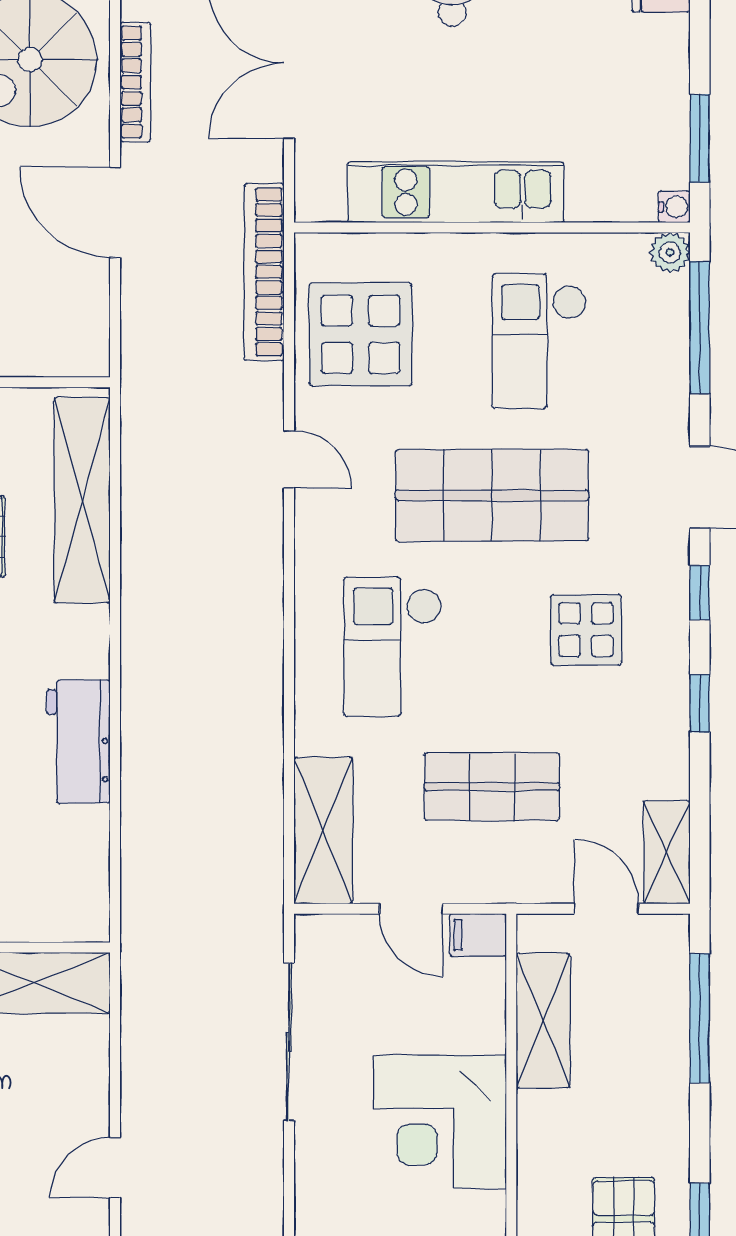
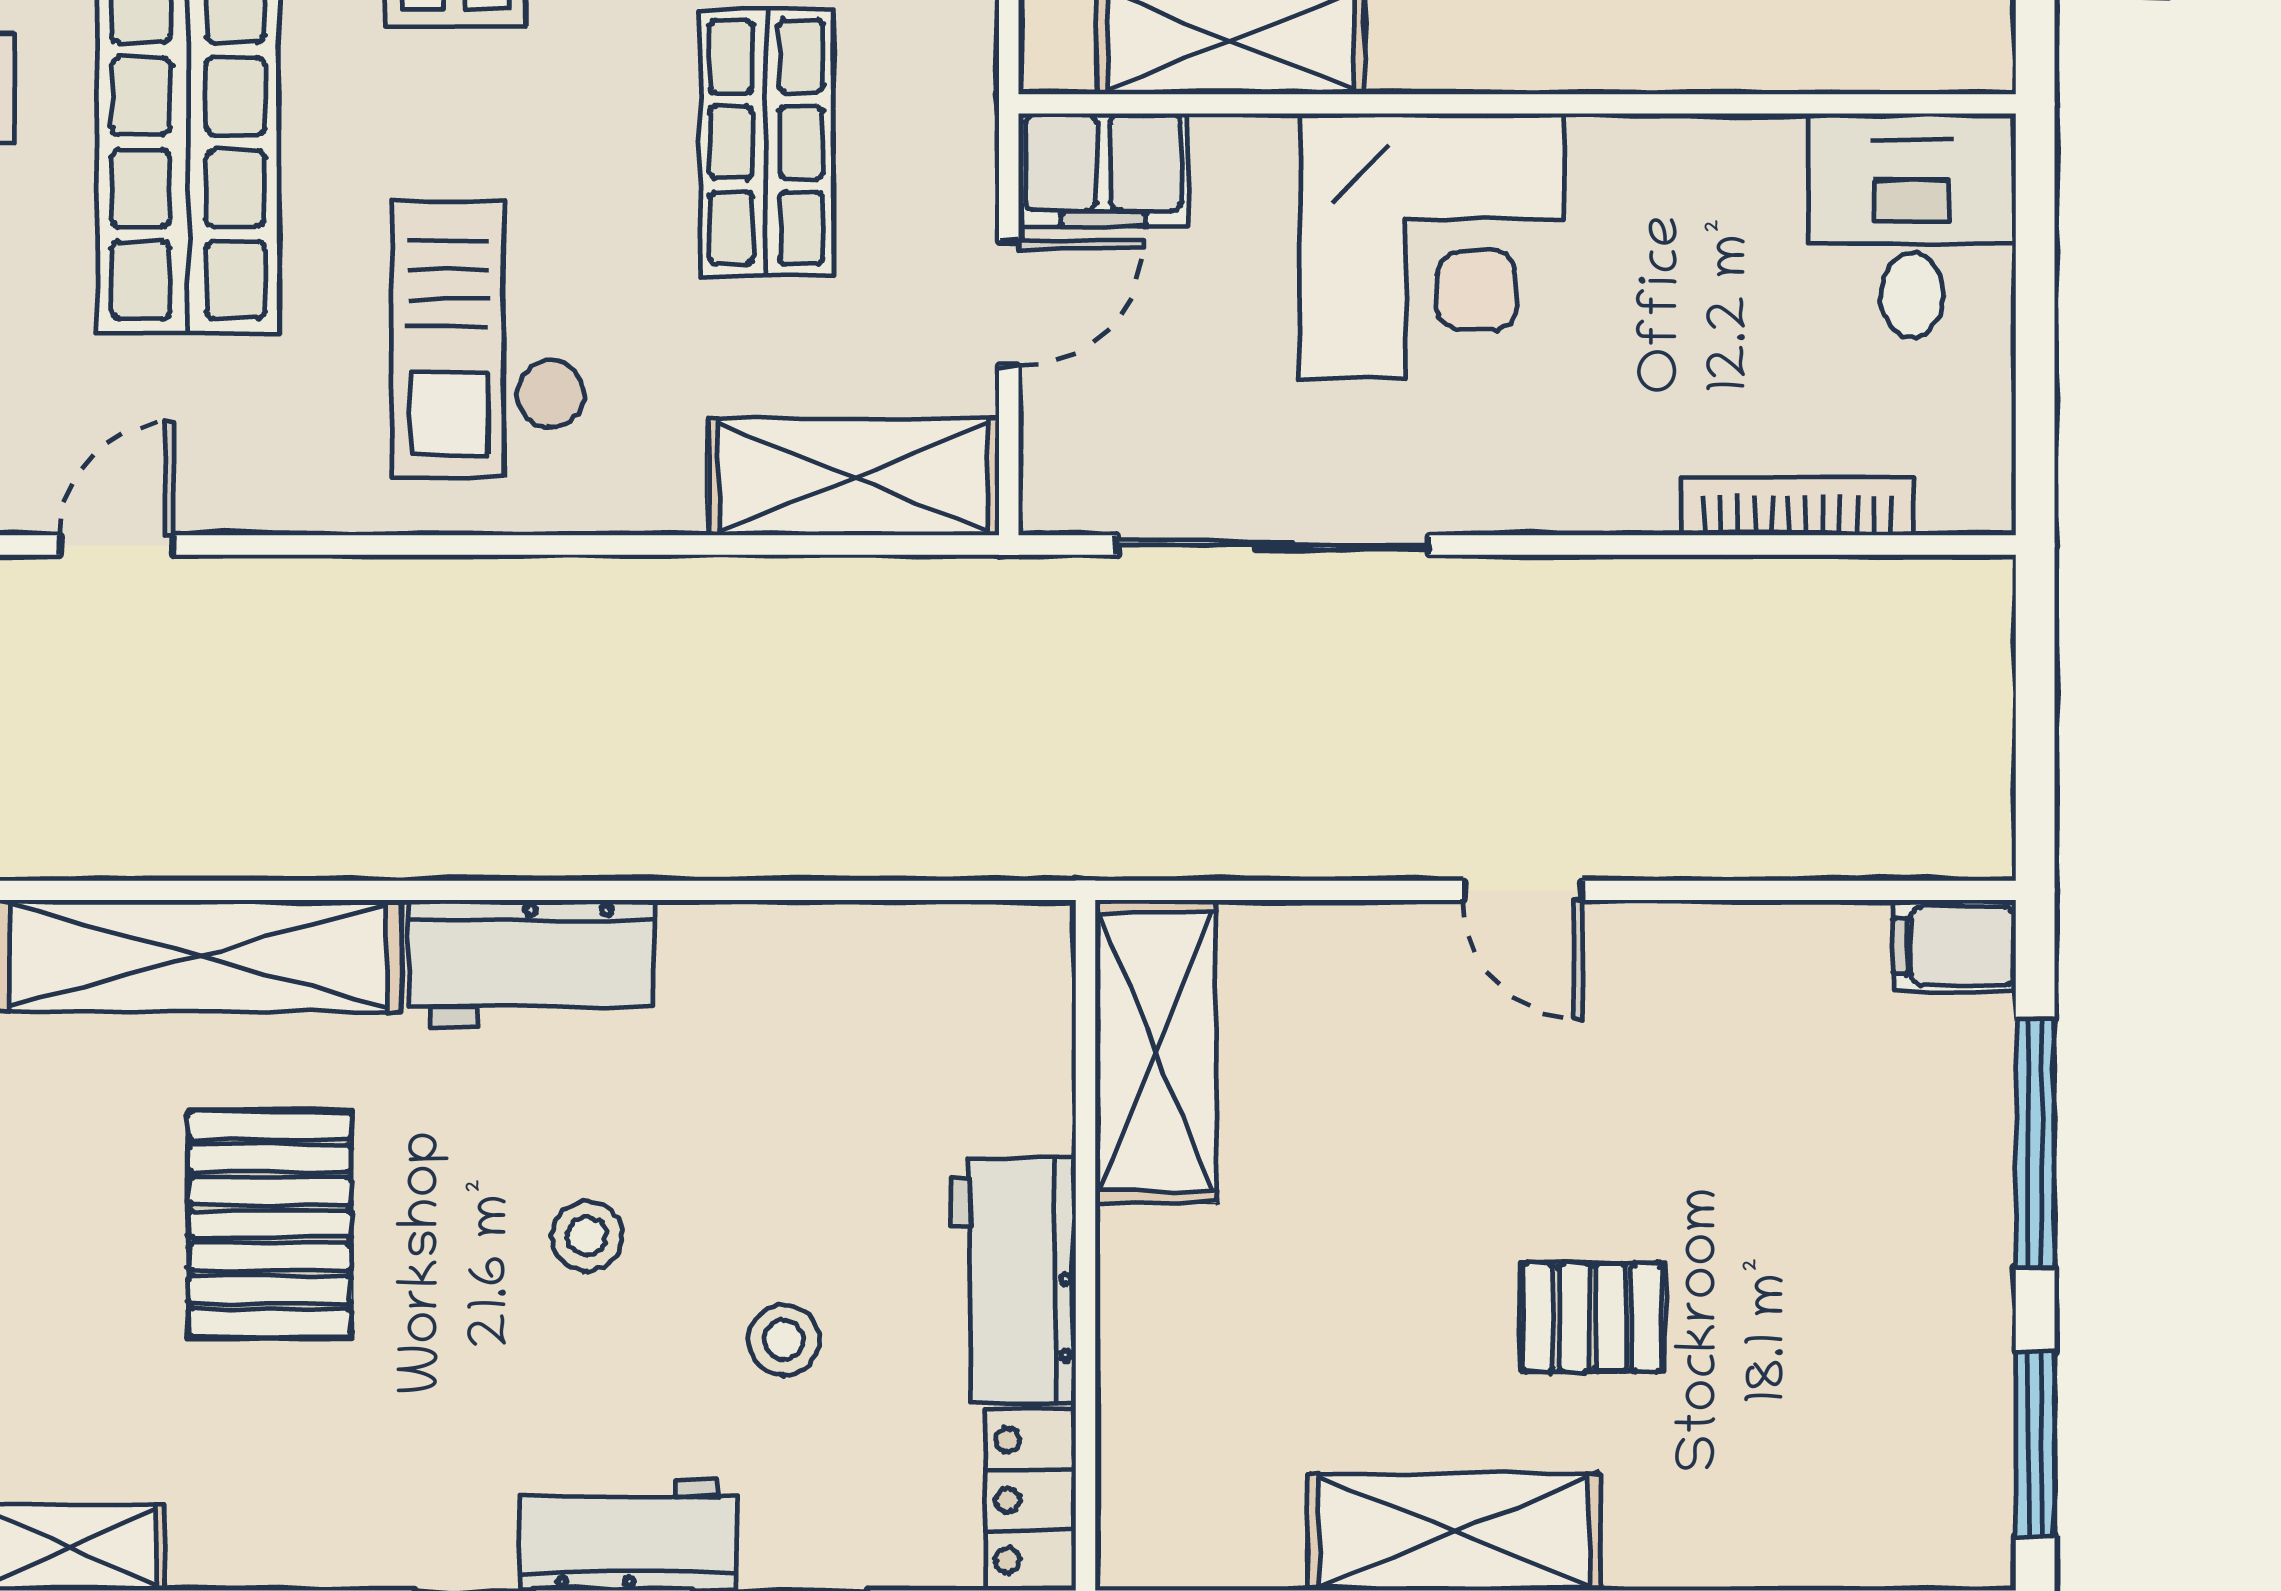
checkout: (393, 647) -> (489, 339), turned 90
workbench: (78, 742) -> (532, 963), moved
filing cabinet: (478, 935) -> (1103, 170), width x2.00

